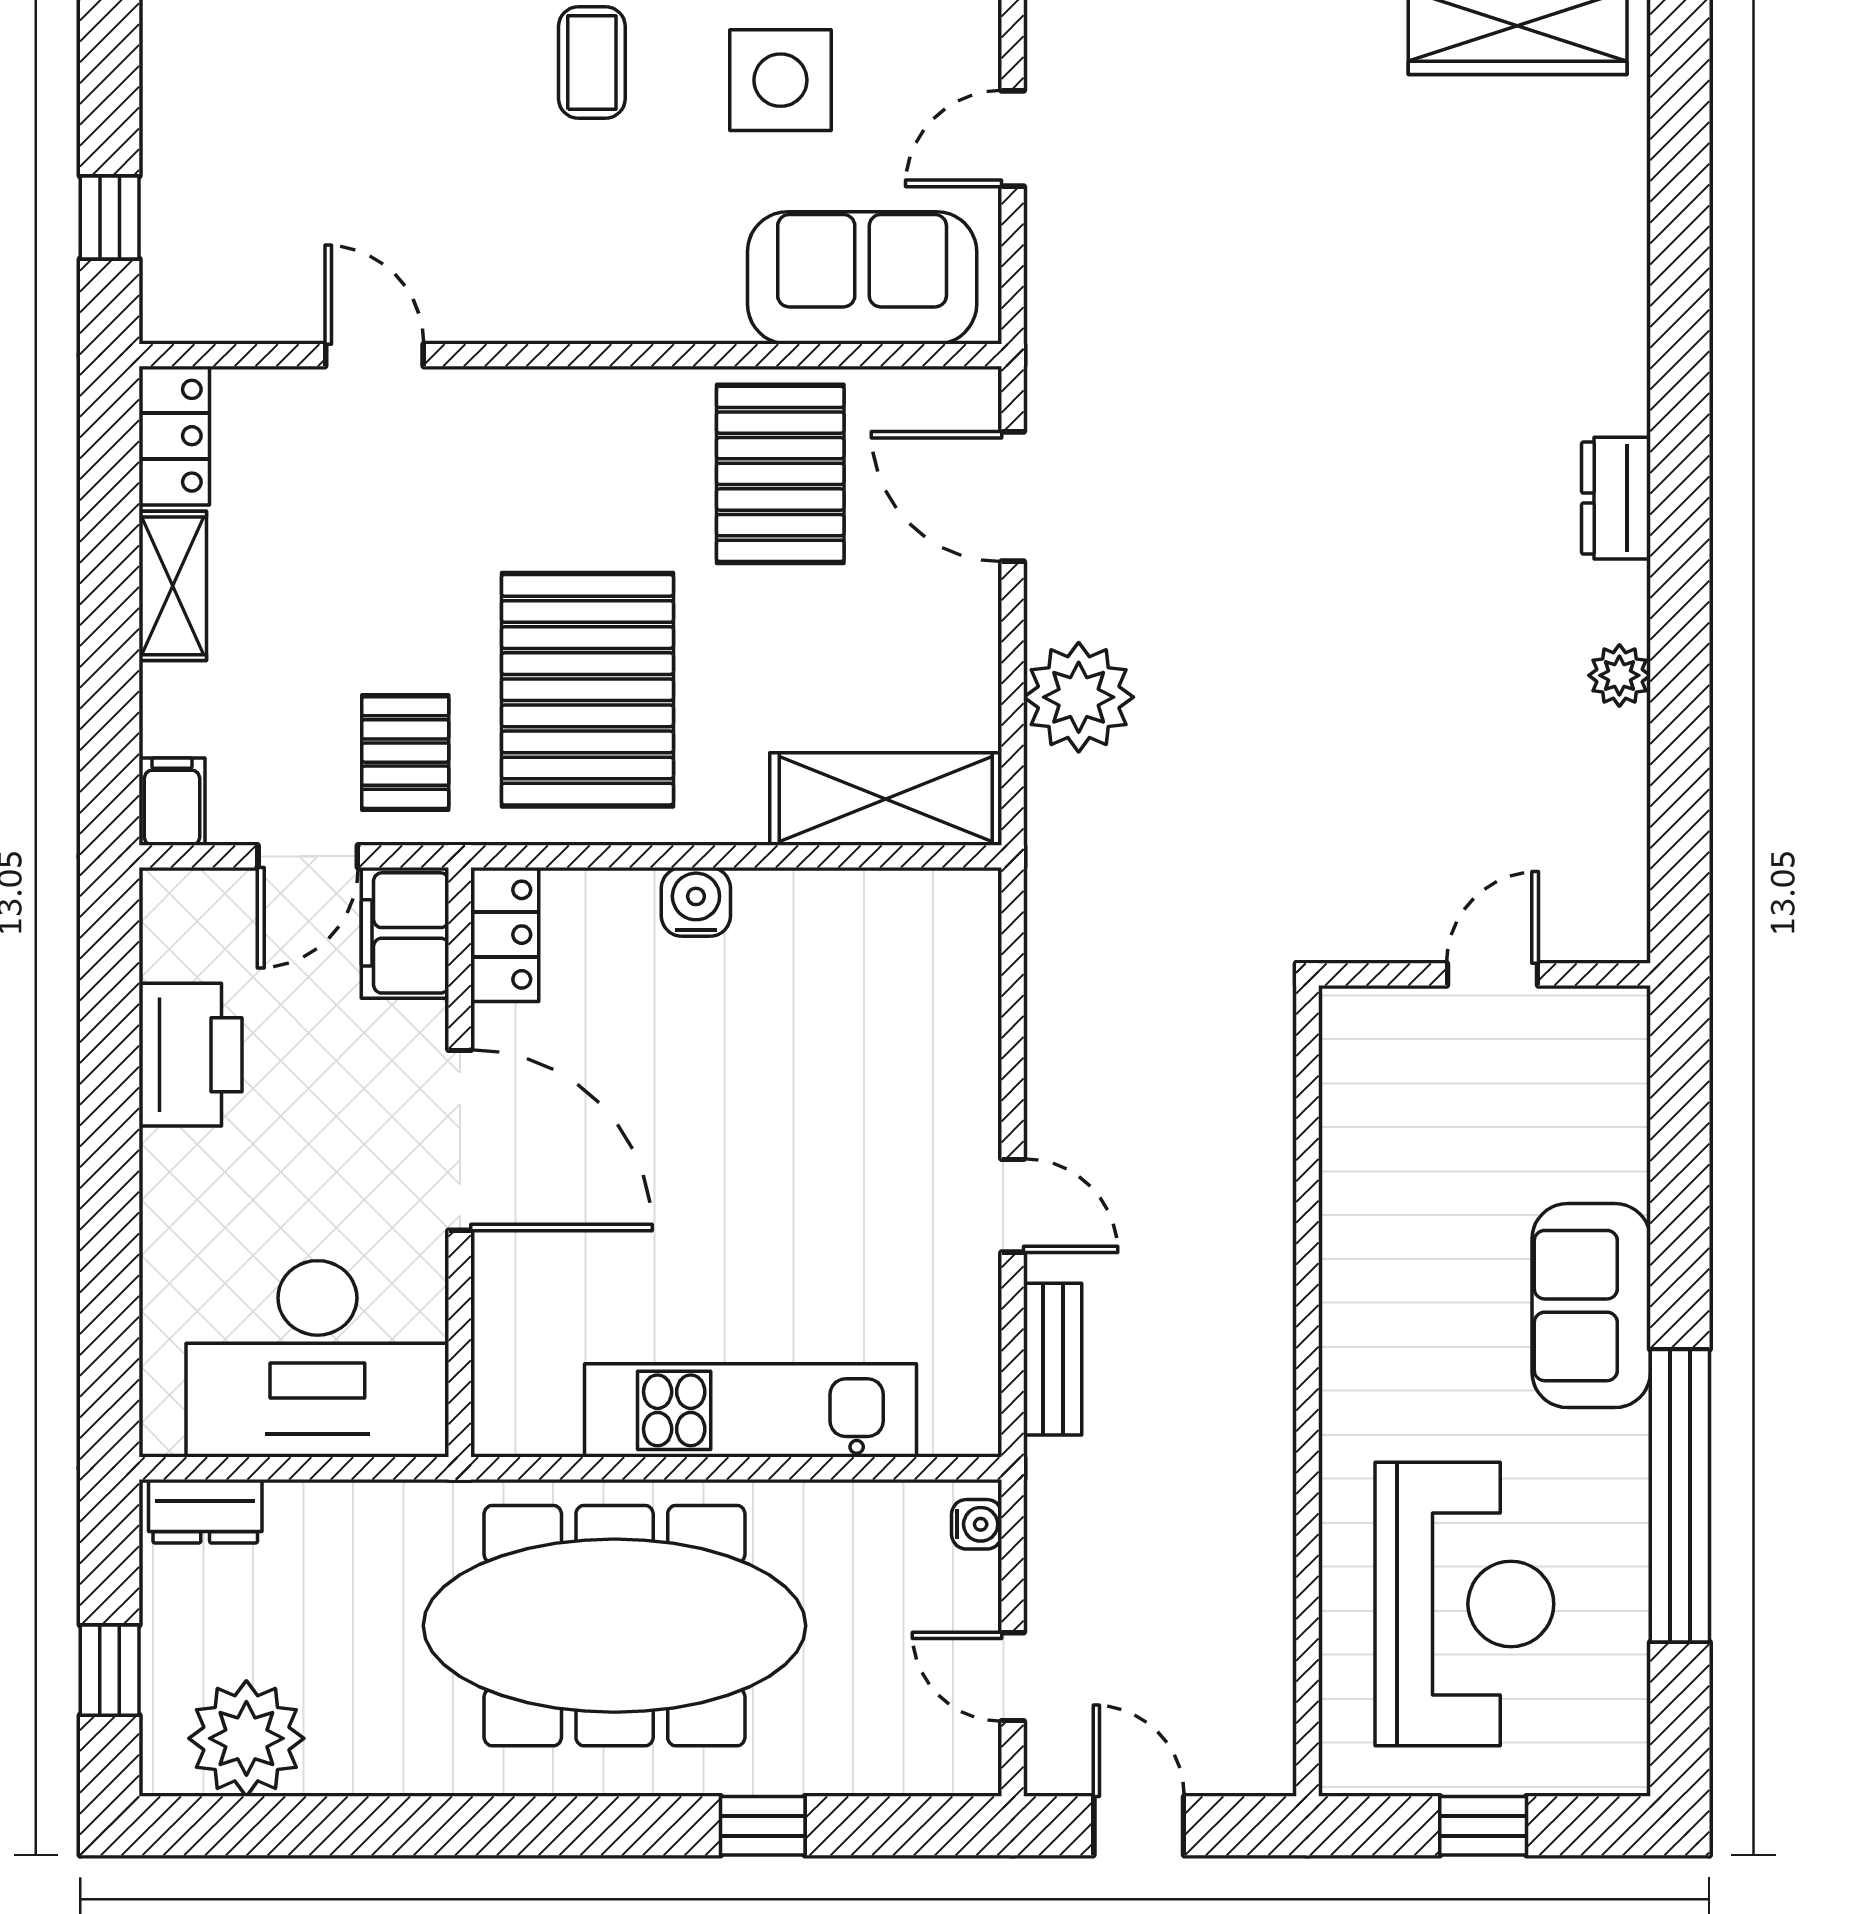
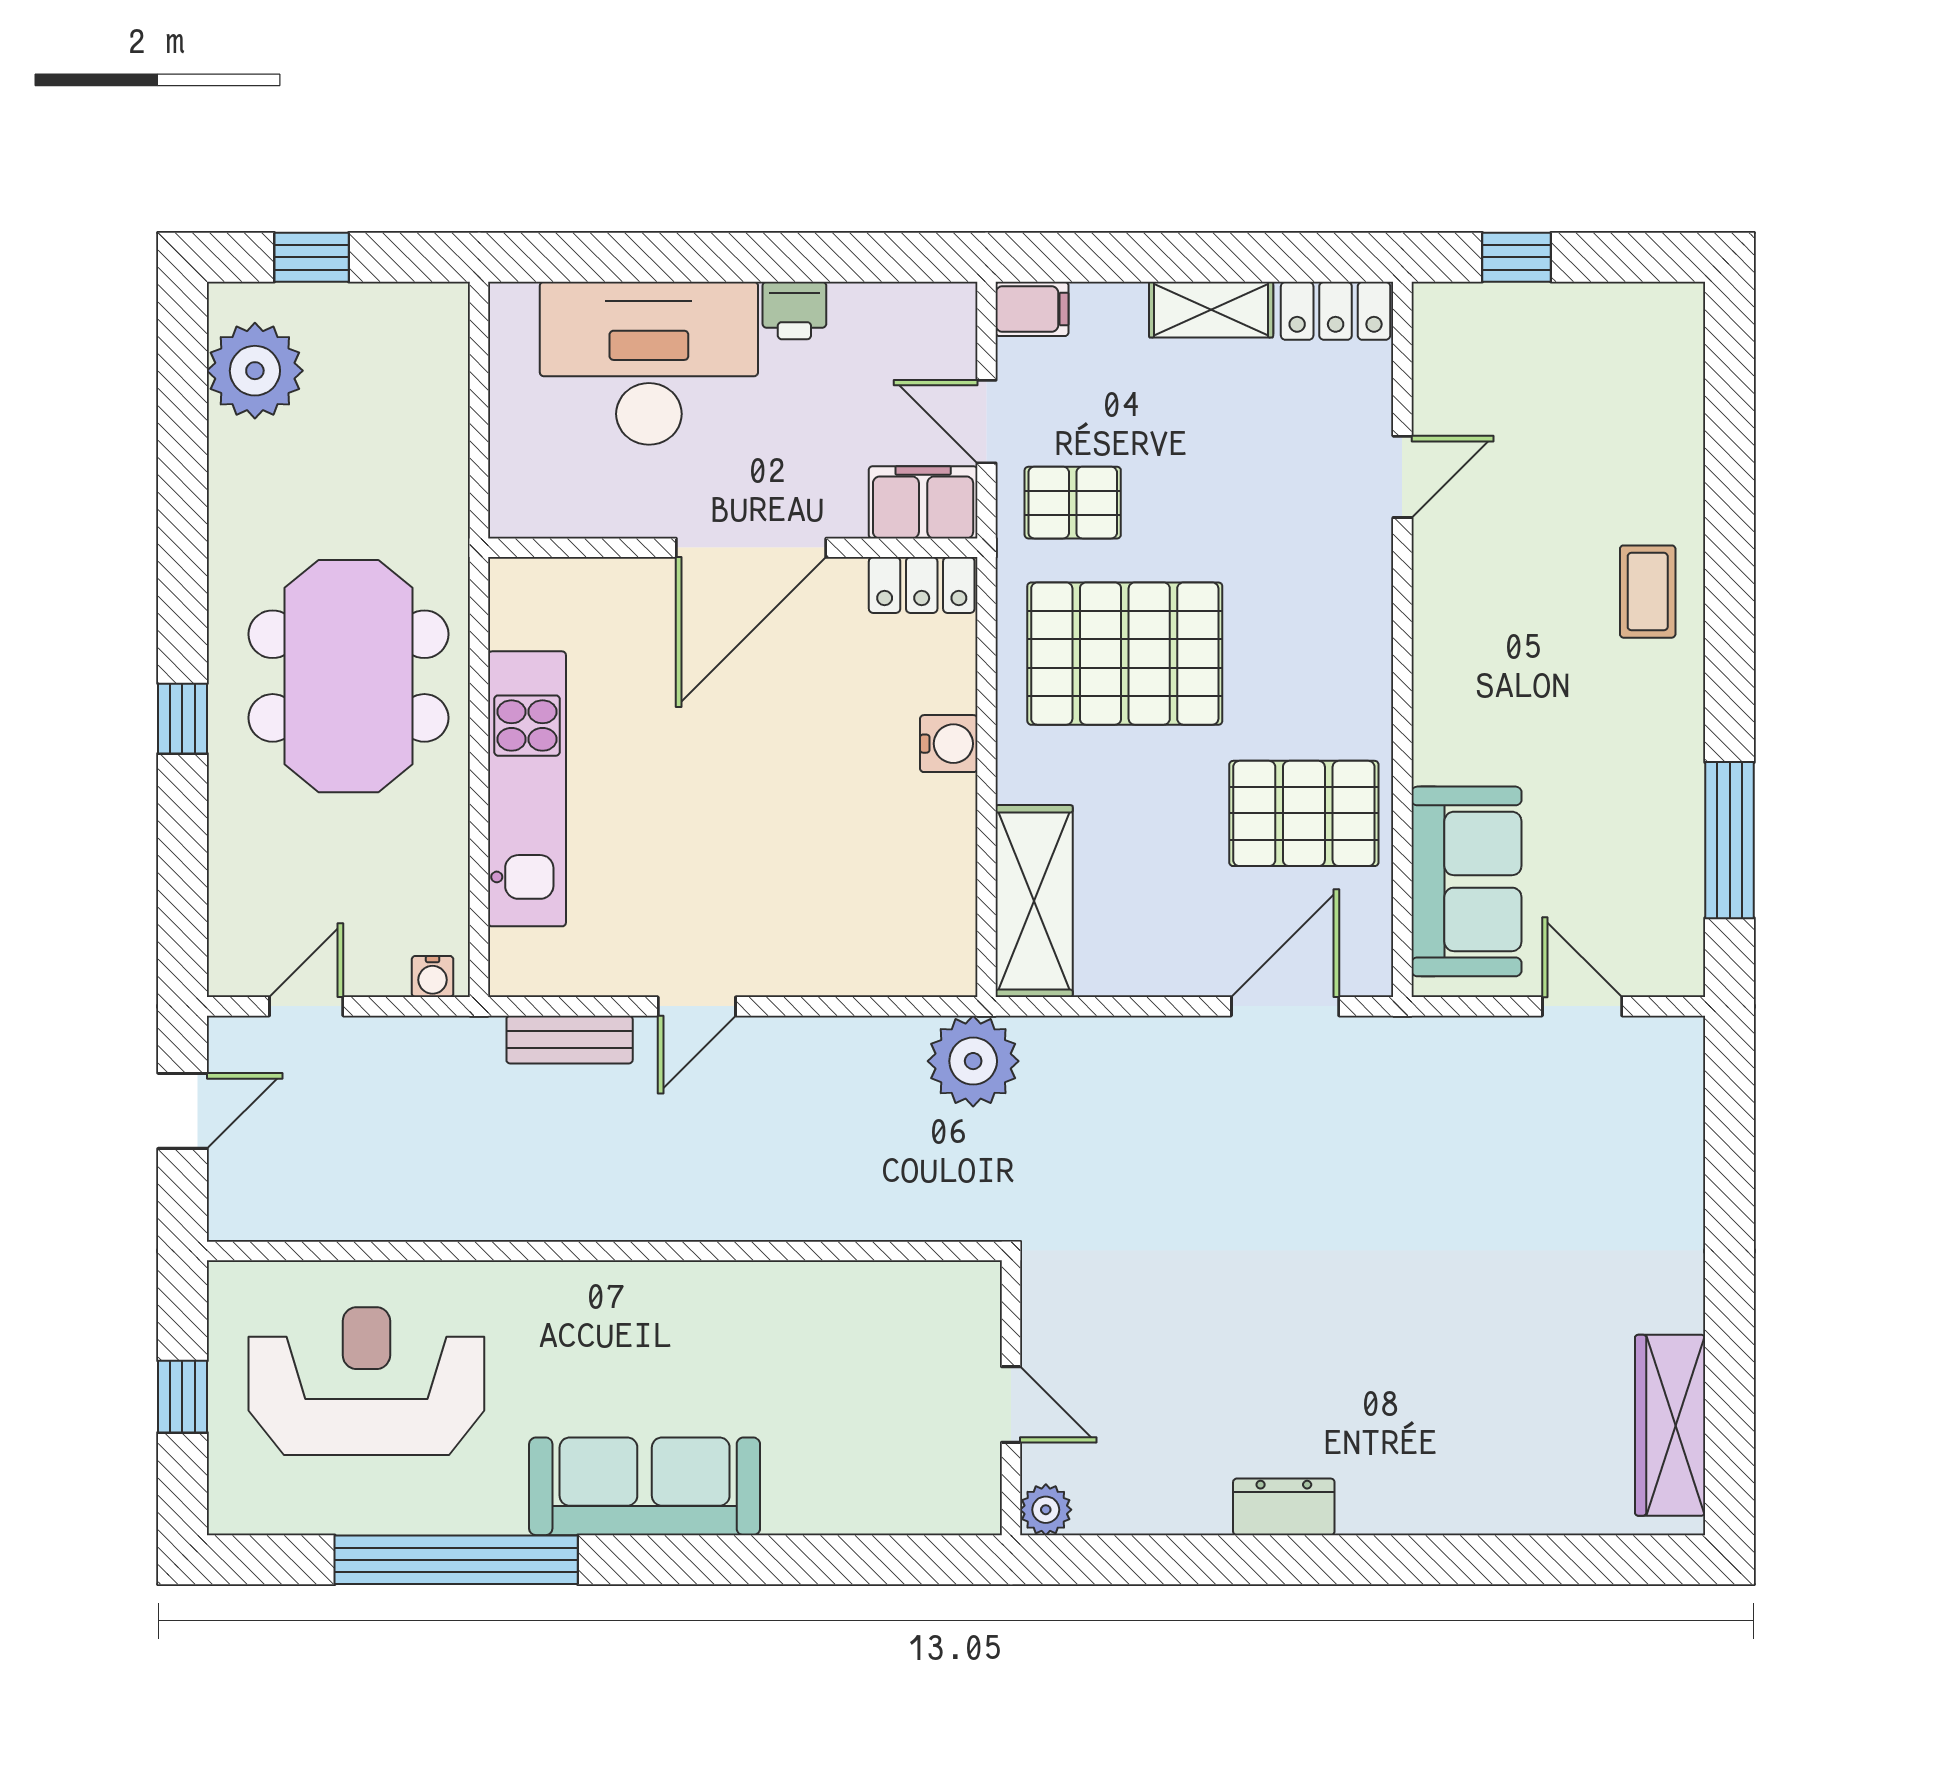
coffee table: (592, 62) -> (1648, 592), moved, turned 90
side table: (780, 80) -> (1631, 814), removed
plant: (1619, 675) -> (1046, 1510), moved
plant: (1079, 697) -> (973, 1061), moved
wall: (1484, 974) -> (1011, 1398), moved
door: (1493, 974) -> (1011, 1404), moved
printer: (191, 1055) -> (794, 311), width x0.53, depth x0.68
sofa: (1591, 1306) -> (645, 1486), width x1.36
desk: (317, 1359) -> (649, 363), moved, turned 90
dresser: (205, 1511) -> (443, 337), removed
reception desk: (1464, 1604) -> (366, 1381), turned 180
meeting table: (615, 1626) -> (348, 676), width x0.73
window: (763, 1826) -> (182, 719), moved

